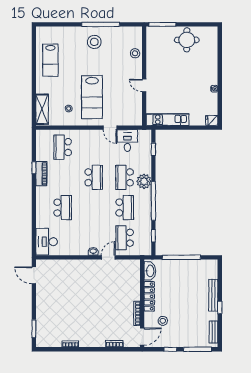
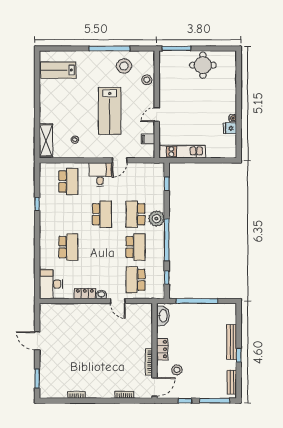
stool: (94, 42) -> (124, 66), moved
lab bench: (50, 60) -> (58, 70), moved, turned 90
door: (144, 85) -> (157, 115), hinge flipped
lab bench: (92, 97) -> (110, 111), moved
filing cabinet: (136, 108) -> (148, 139), added
fridge: (212, 120) -> (230, 128), moved
door: (110, 128) -> (120, 160), hinge flipped
desk: (127, 141) -> (100, 174), moved
school desk: (63, 147) -> (68, 182), turned 180
piano: (41, 174) -> (45, 210), removed
locker: (78, 250) -> (85, 293), added
door: (108, 257) -> (118, 301), swing flipped
door: (34, 275) -> (37, 341), moved
locker: (149, 296) -> (162, 349), width x0.66

